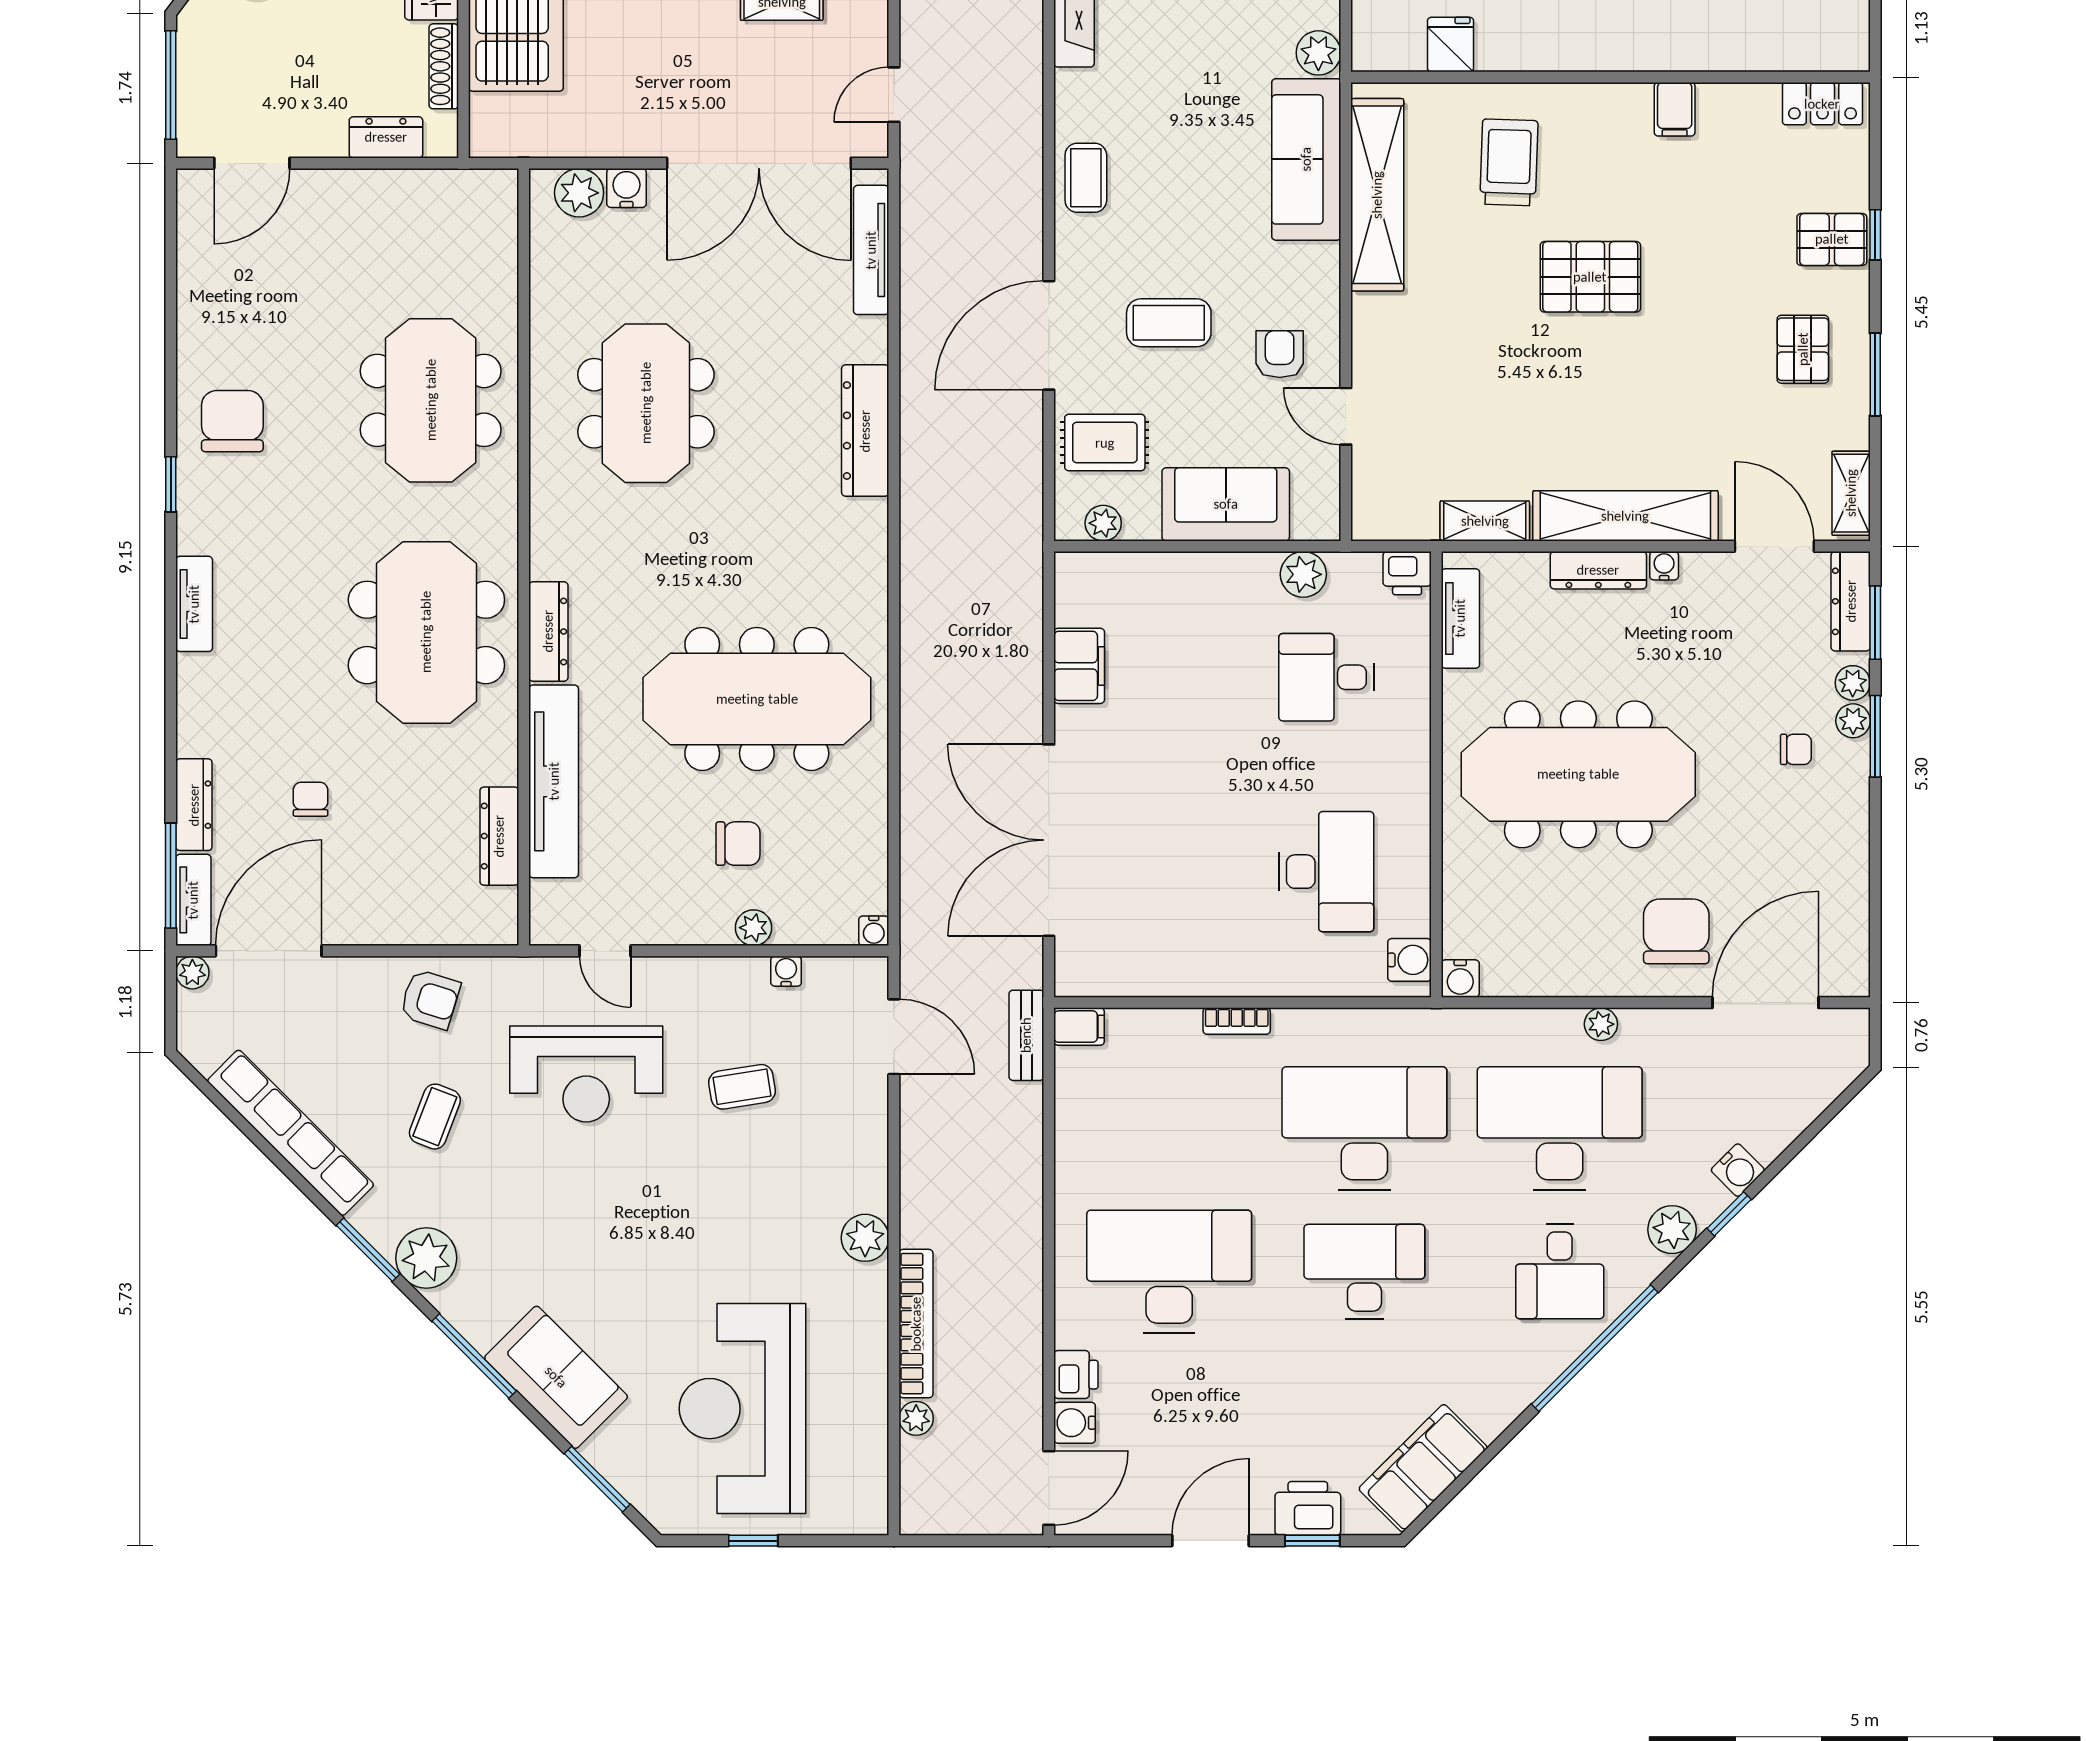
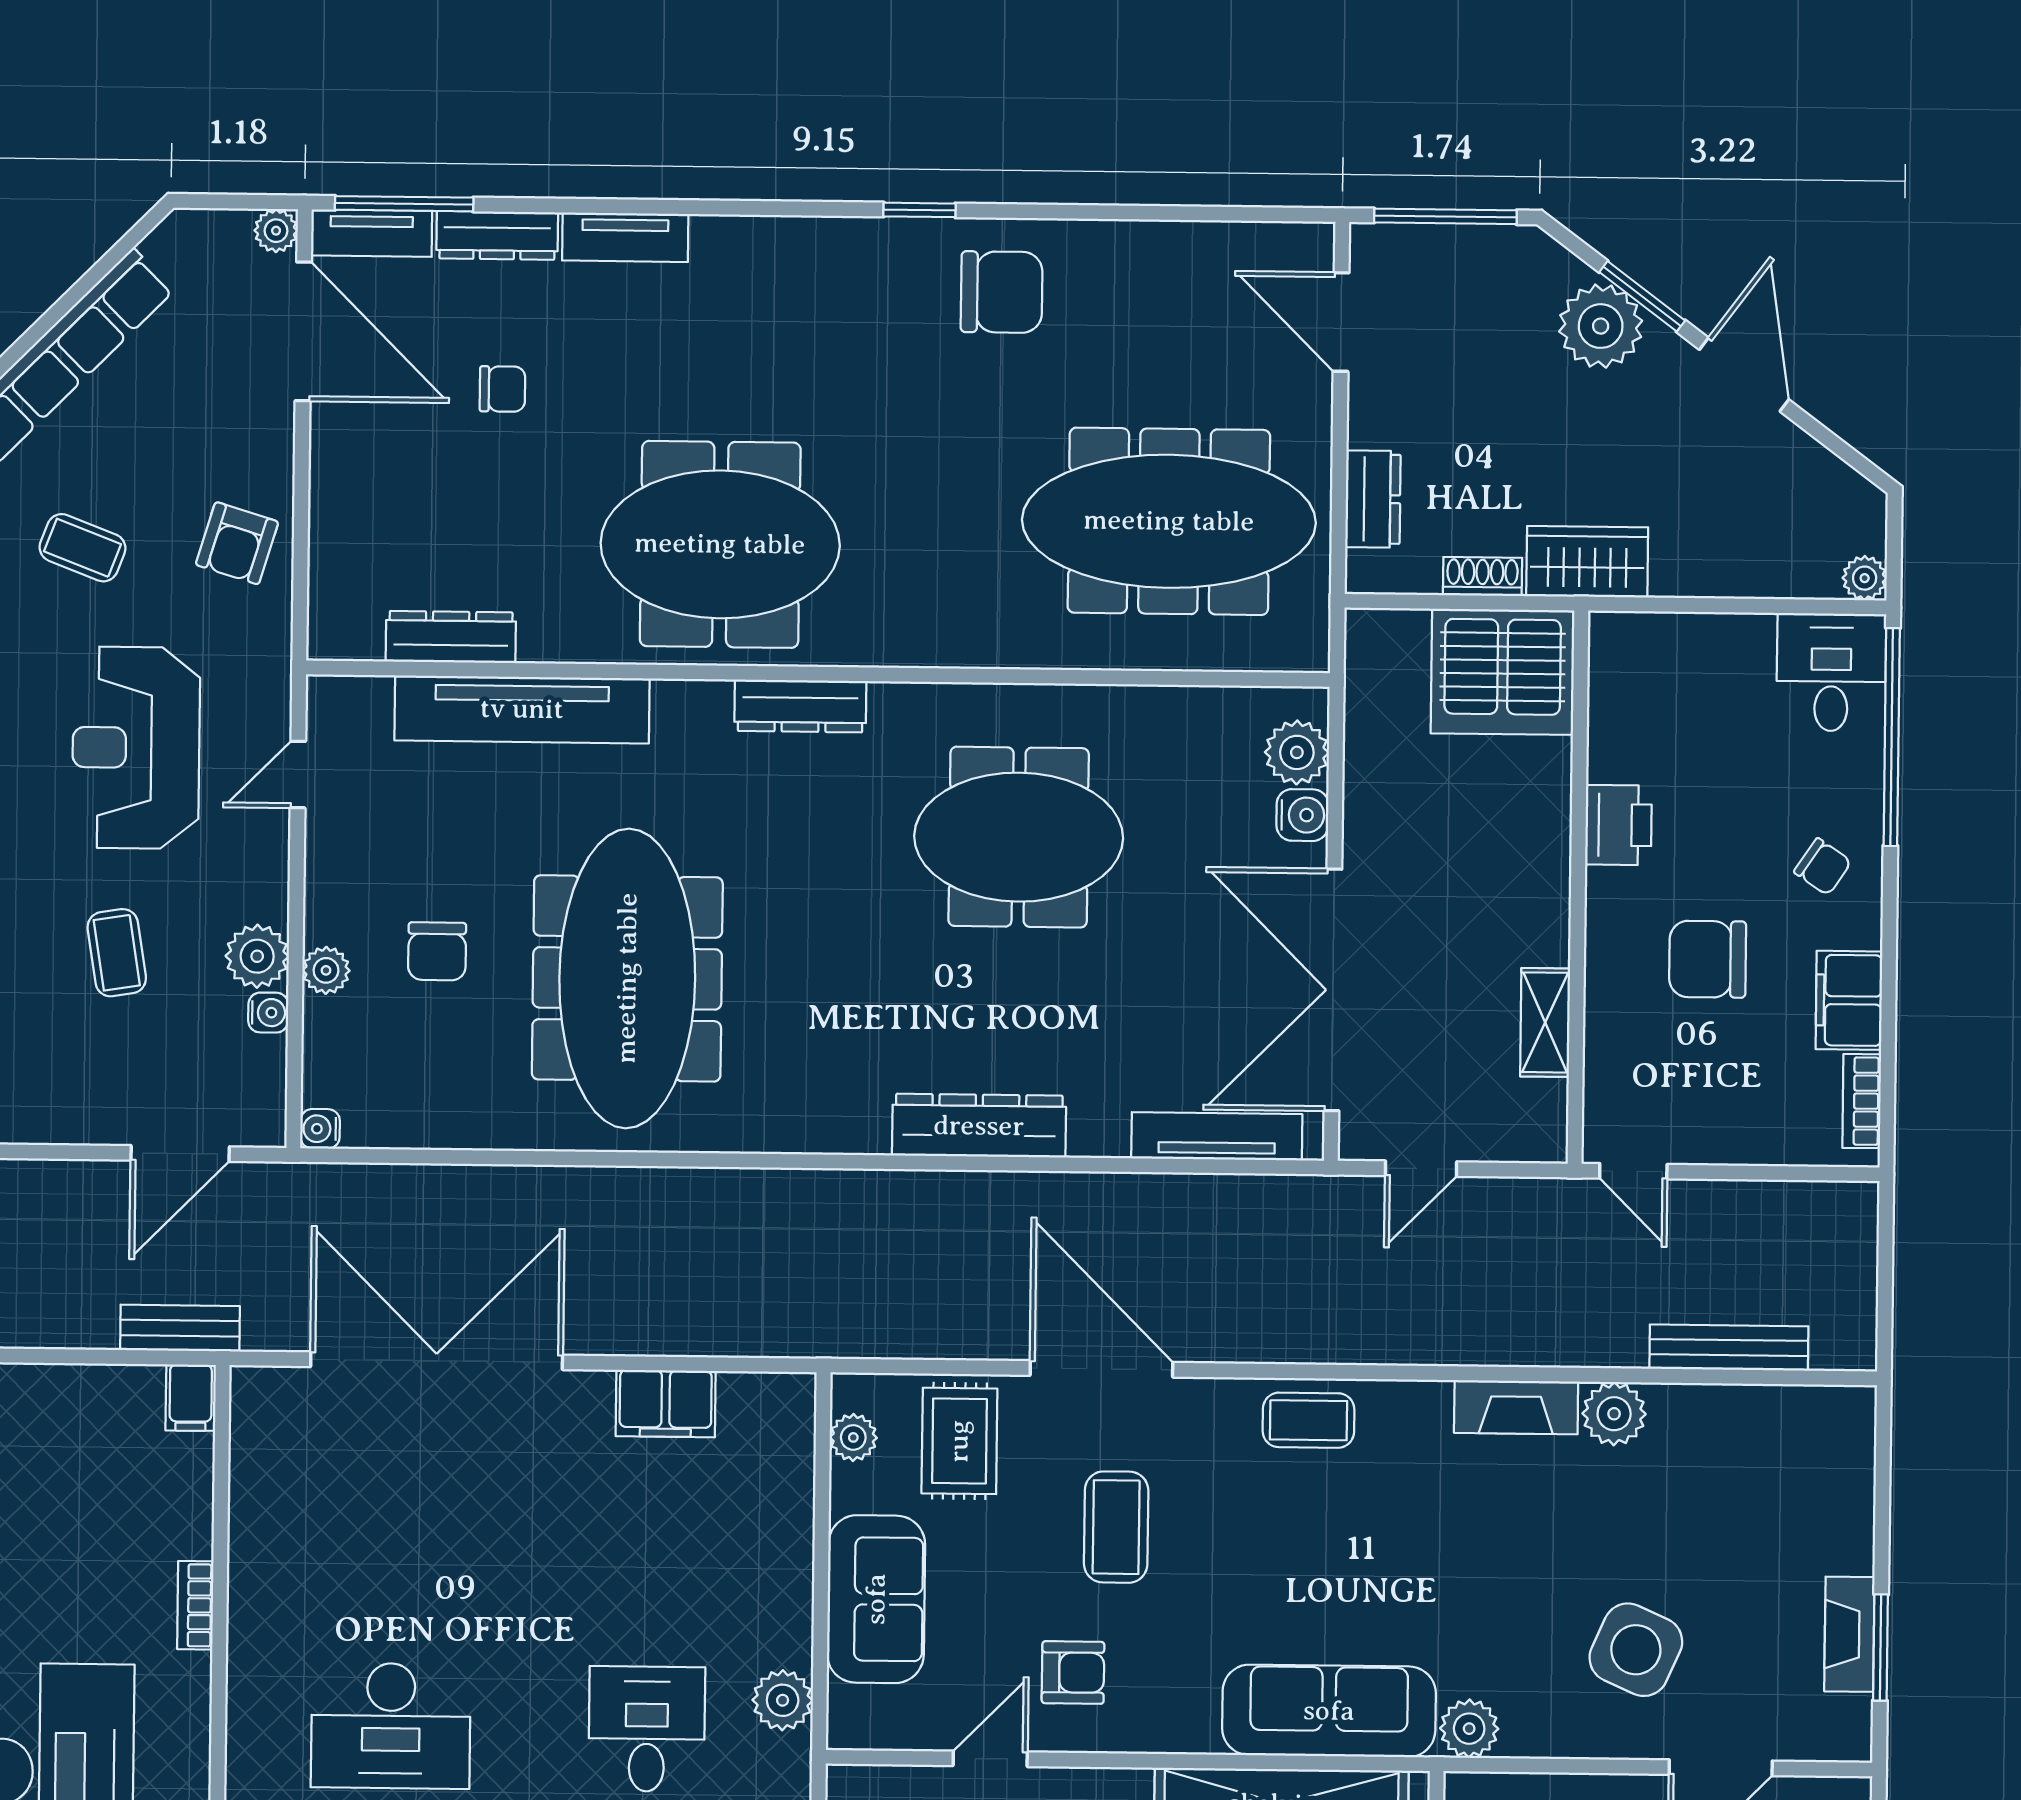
shoe rack: (444, 66) -> (1482, 576), width x0.70
door: (894, 95) -> (1421, 1169), swing flipped
meeting table: (431, 400) -> (1169, 521), moved, width x1.36
tv unit: (194, 604) -> (625, 237), moved
dresser: (548, 631) -> (800, 706), moved
plant: (743, 980) -> (257, 956), added

